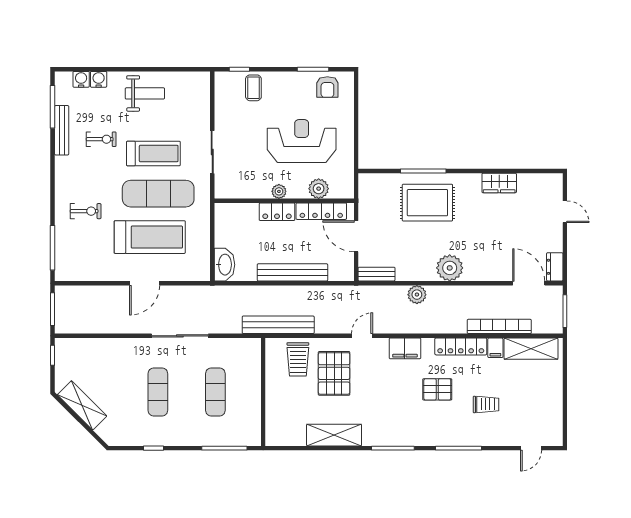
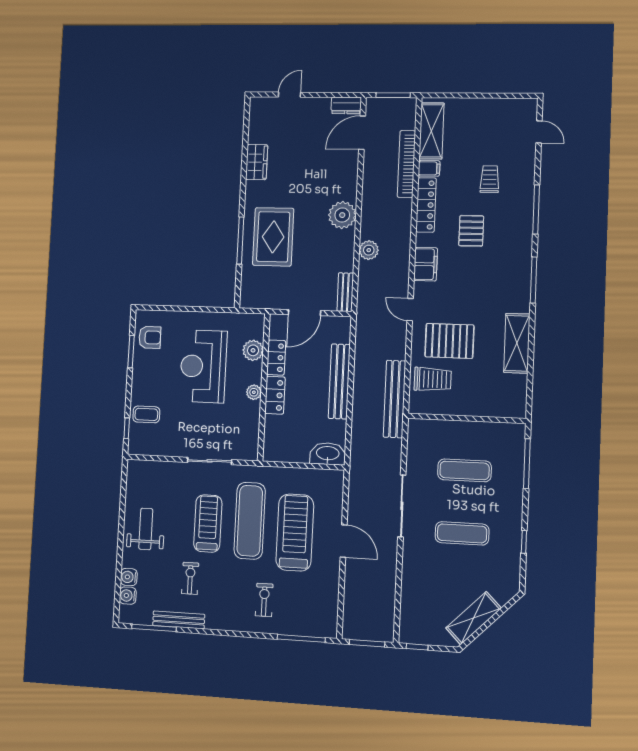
locker: (321, 211) -> (276, 358), width x0.66

